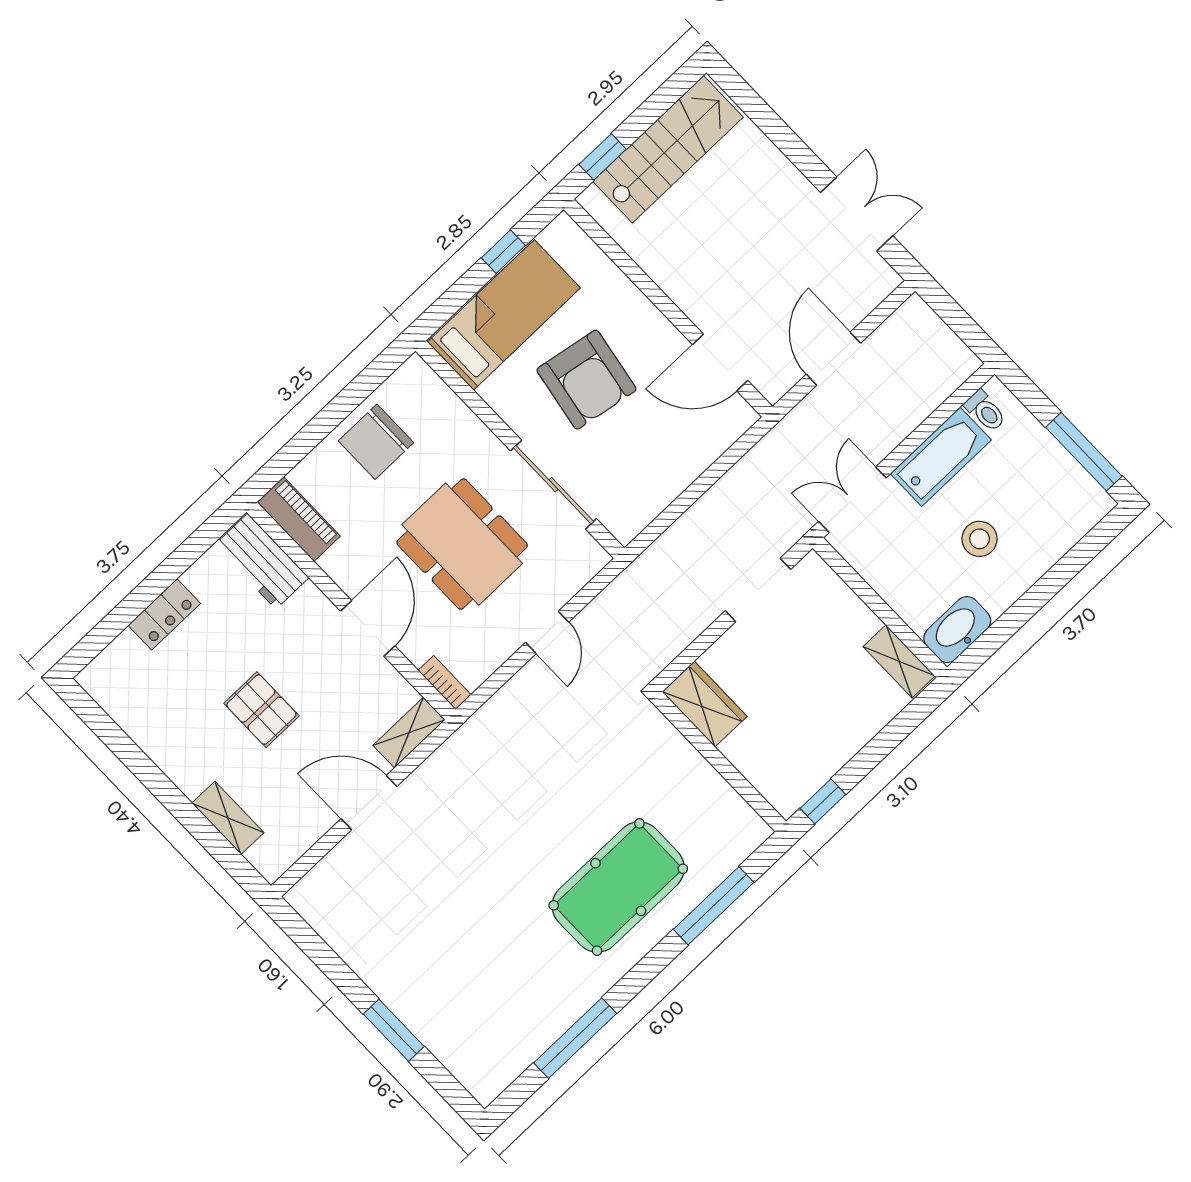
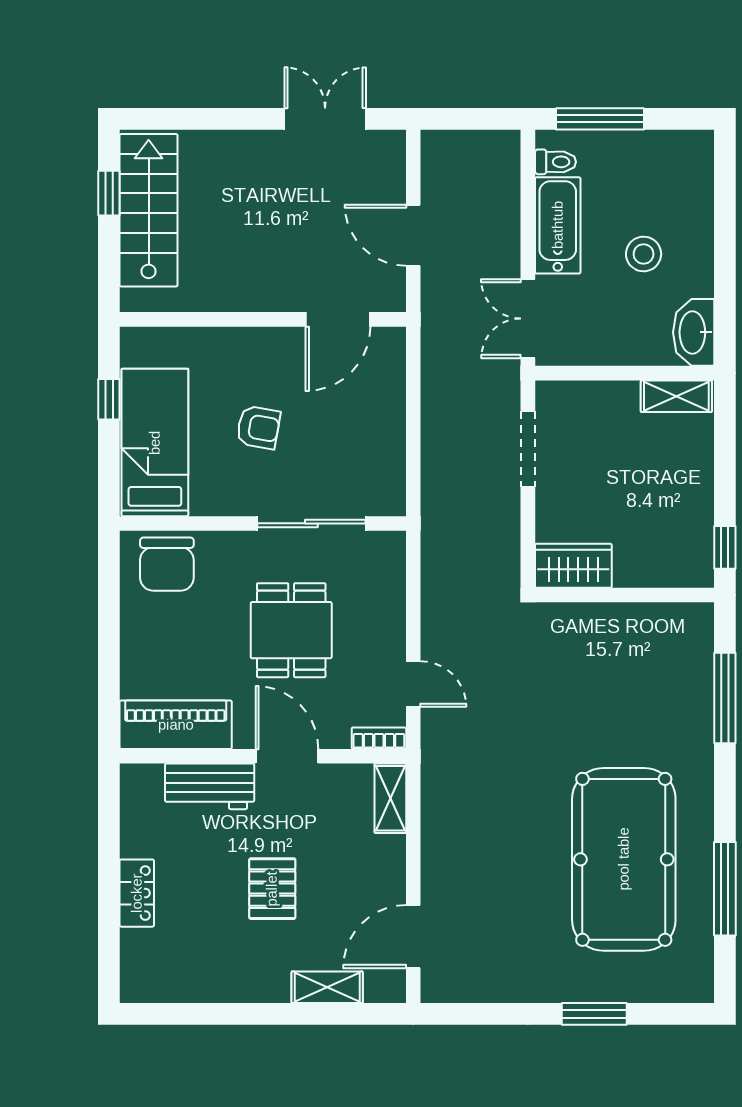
window: (603, 157) -> (109, 193), moved
armchair: (586, 380) -> (258, 427), width x0.53, depth x0.53
chair: (376, 442) -> (167, 564), moved
window: (1084, 452) -> (600, 119), moved
piano: (299, 519) -> (176, 725), width x1.37, depth x1.33
dining table: (462, 544) -> (291, 630), width x0.73
workbench: (262, 561) -> (210, 786), moved
door: (547, 632) -> (413, 684), moved
pallet: (261, 710) -> (272, 889), turned 90
door: (369, 803) -> (413, 937), moved
pool table: (618, 887) -> (624, 859), moved, width x1.36, depth x1.32

